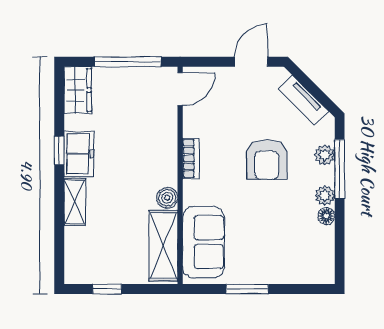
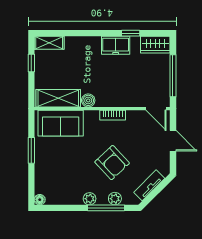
door: (251, 62) -> (173, 141), moved
window: (59, 151) -> (131, 33), moved
armchair: (267, 159) -> (112, 163), turned -133
shelving: (75, 202) -> (49, 43), moved
floor lamp: (326, 216) -> (40, 200), moved

